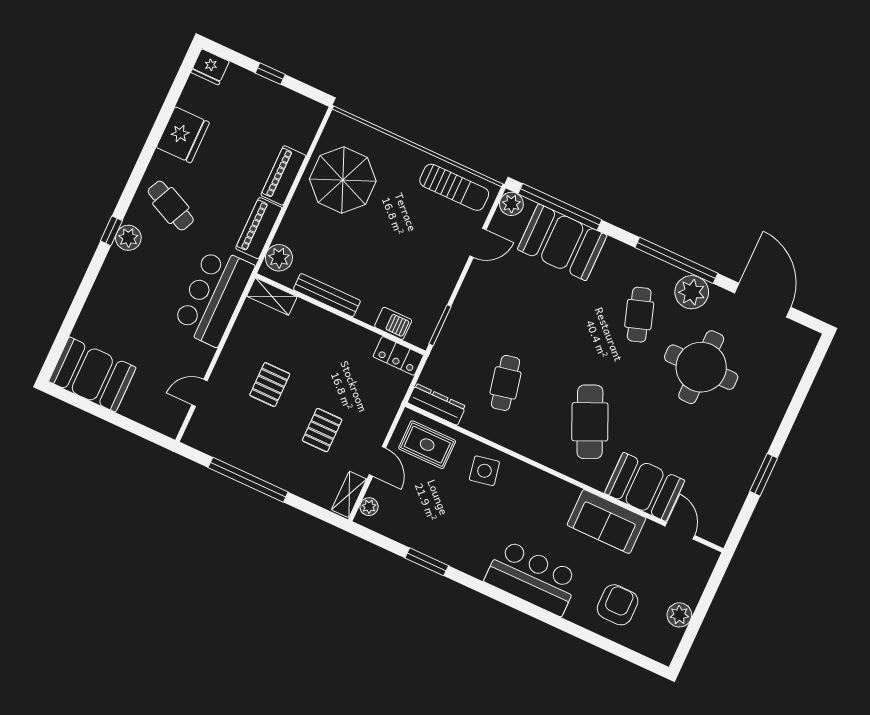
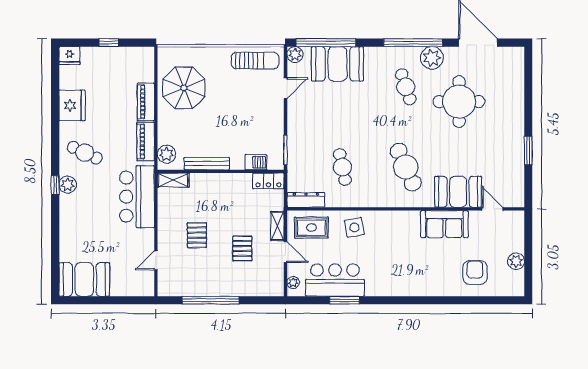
shelving: (349, 494) -> (277, 226), moved
bar counter: (532, 578) -> (335, 280), moved

